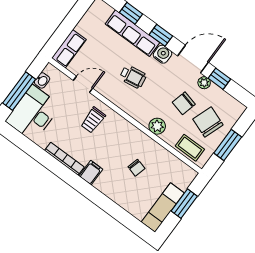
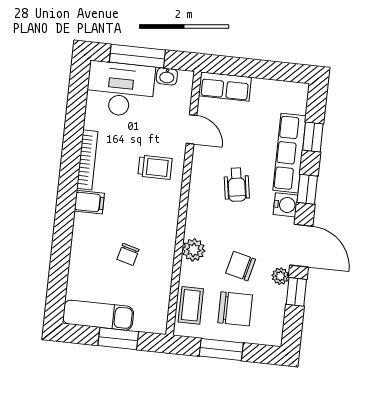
trolley: (93, 120) -> (155, 167), turned 180
chair: (208, 122) -> (235, 309), turned 70

